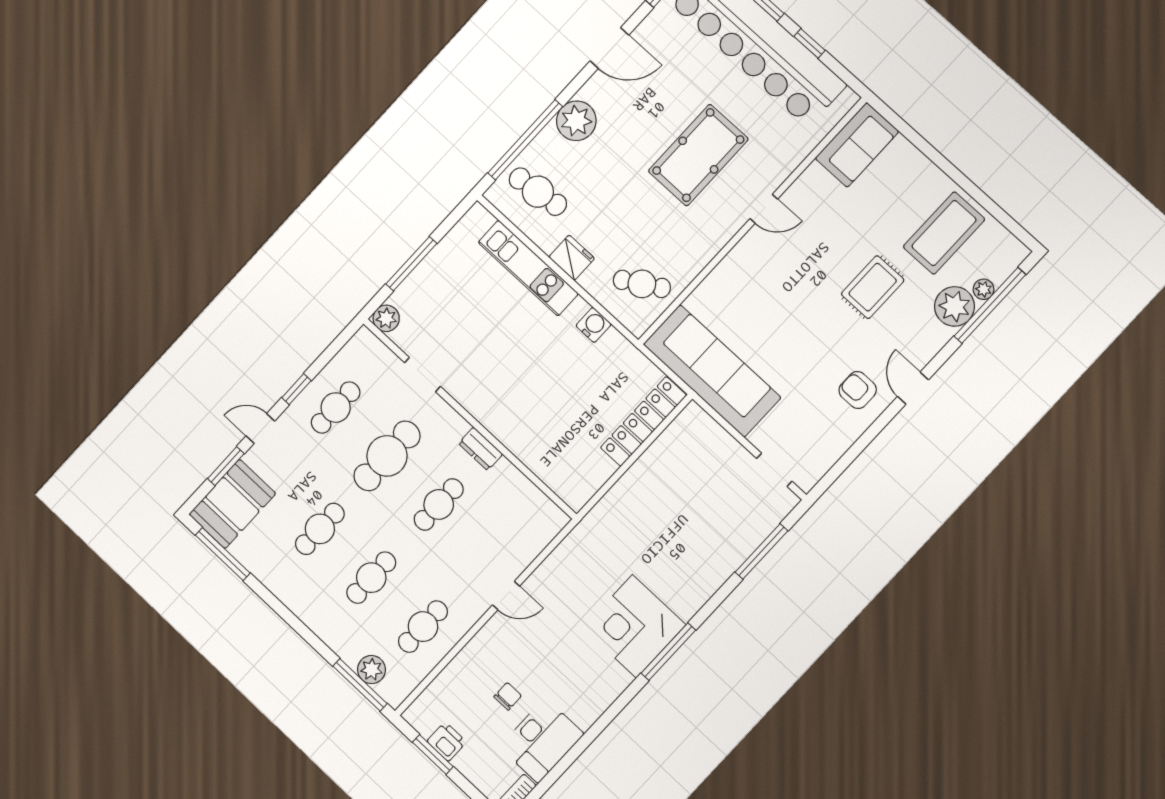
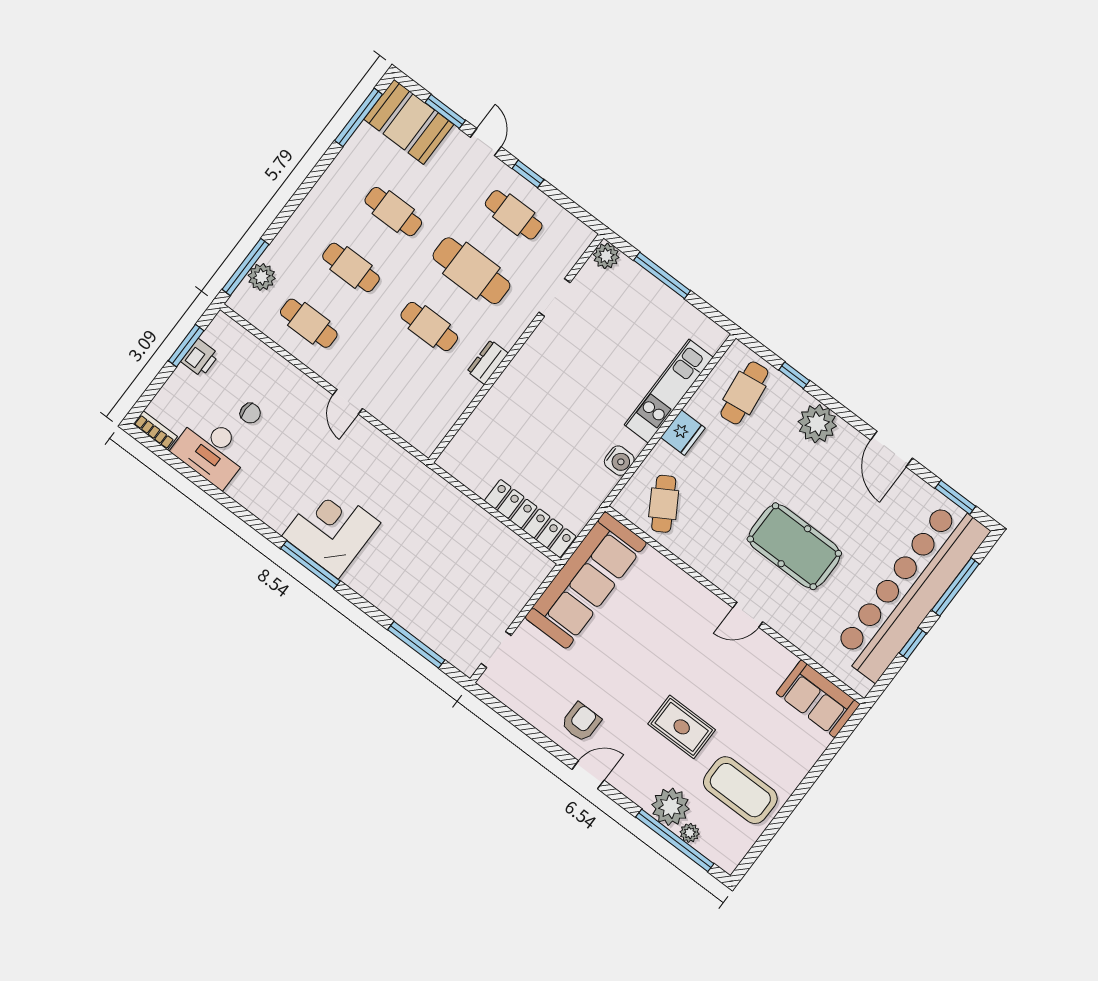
window: (525, 140) -> (794, 375), width x0.32
door: (764, 209) -> (748, 615), hinge flipped

